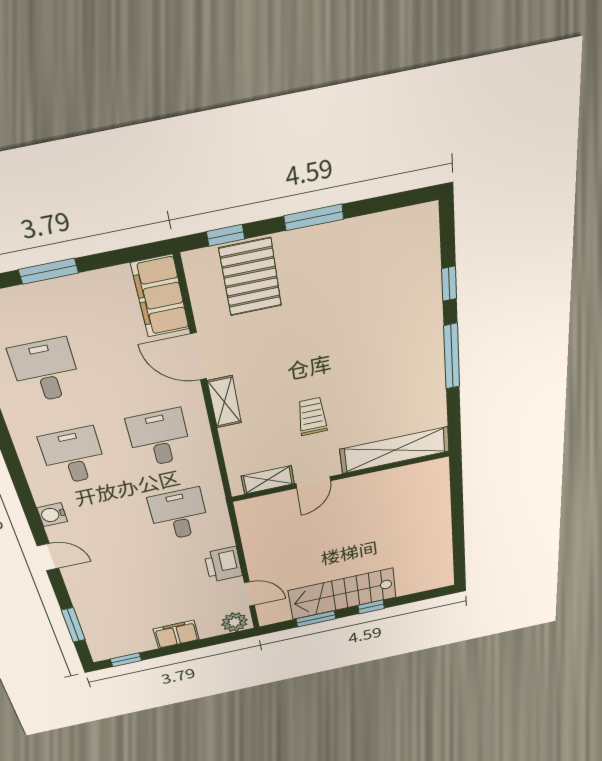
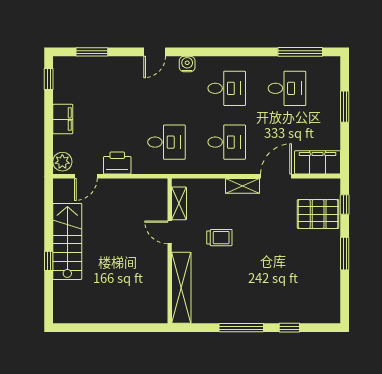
window: (316, 619) -> (49, 220), removed

